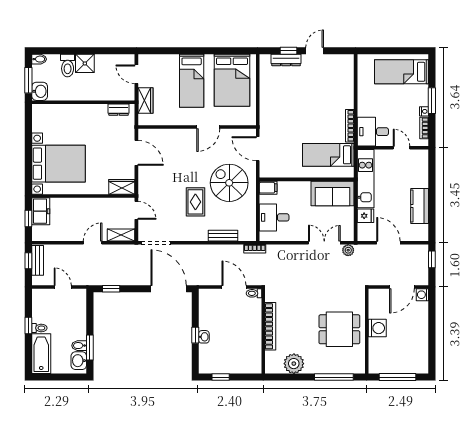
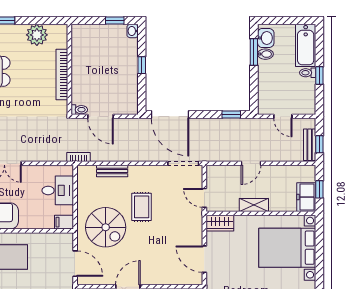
shelving: (121, 235) -> (254, 205), moved
washbasin: (204, 337) -> (133, 31), moved

